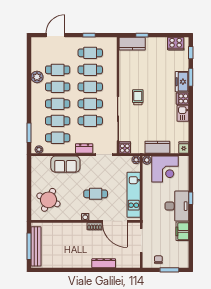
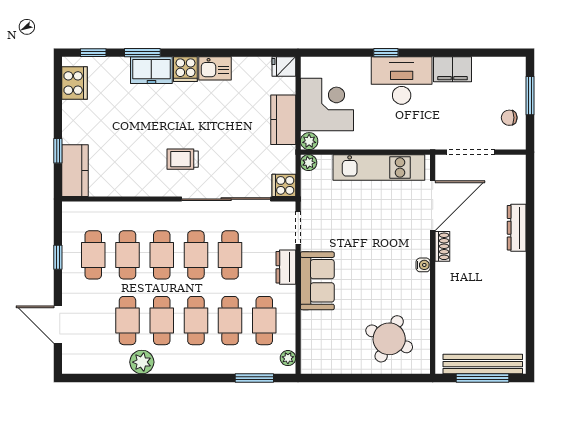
sofa: (65, 164) -> (317, 281), moved
cafe table: (96, 194) -> (377, 244), removed

